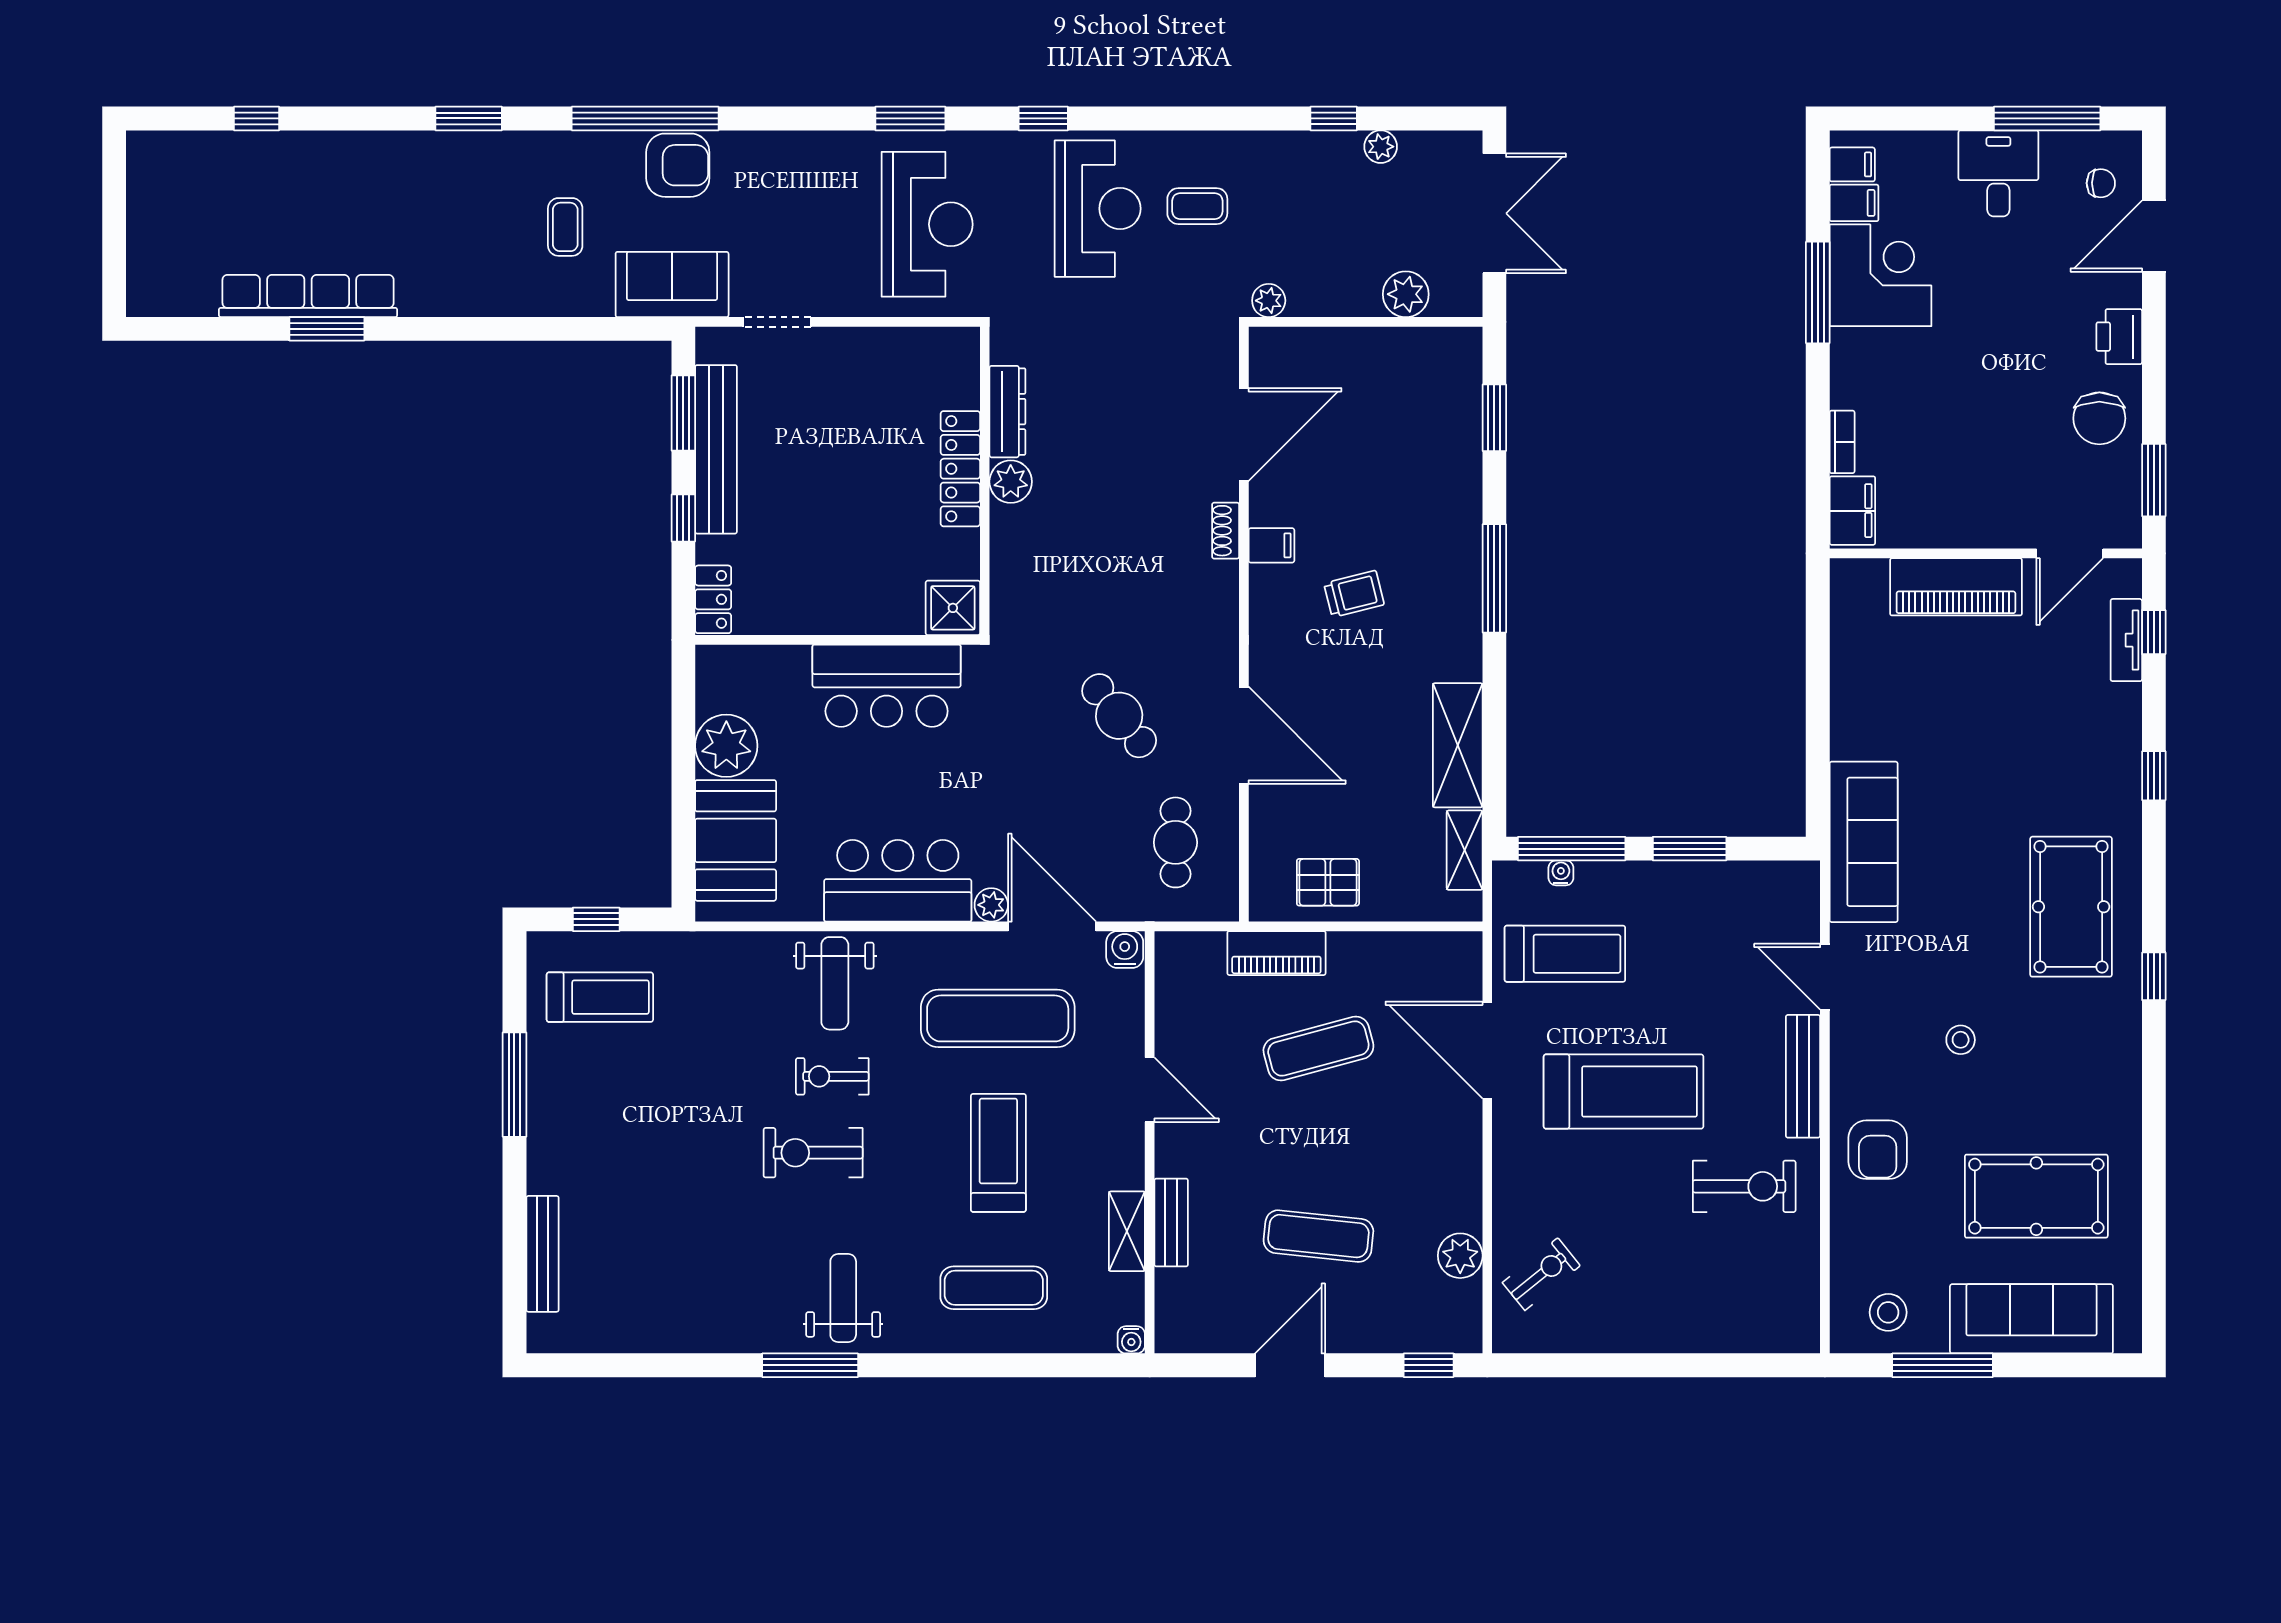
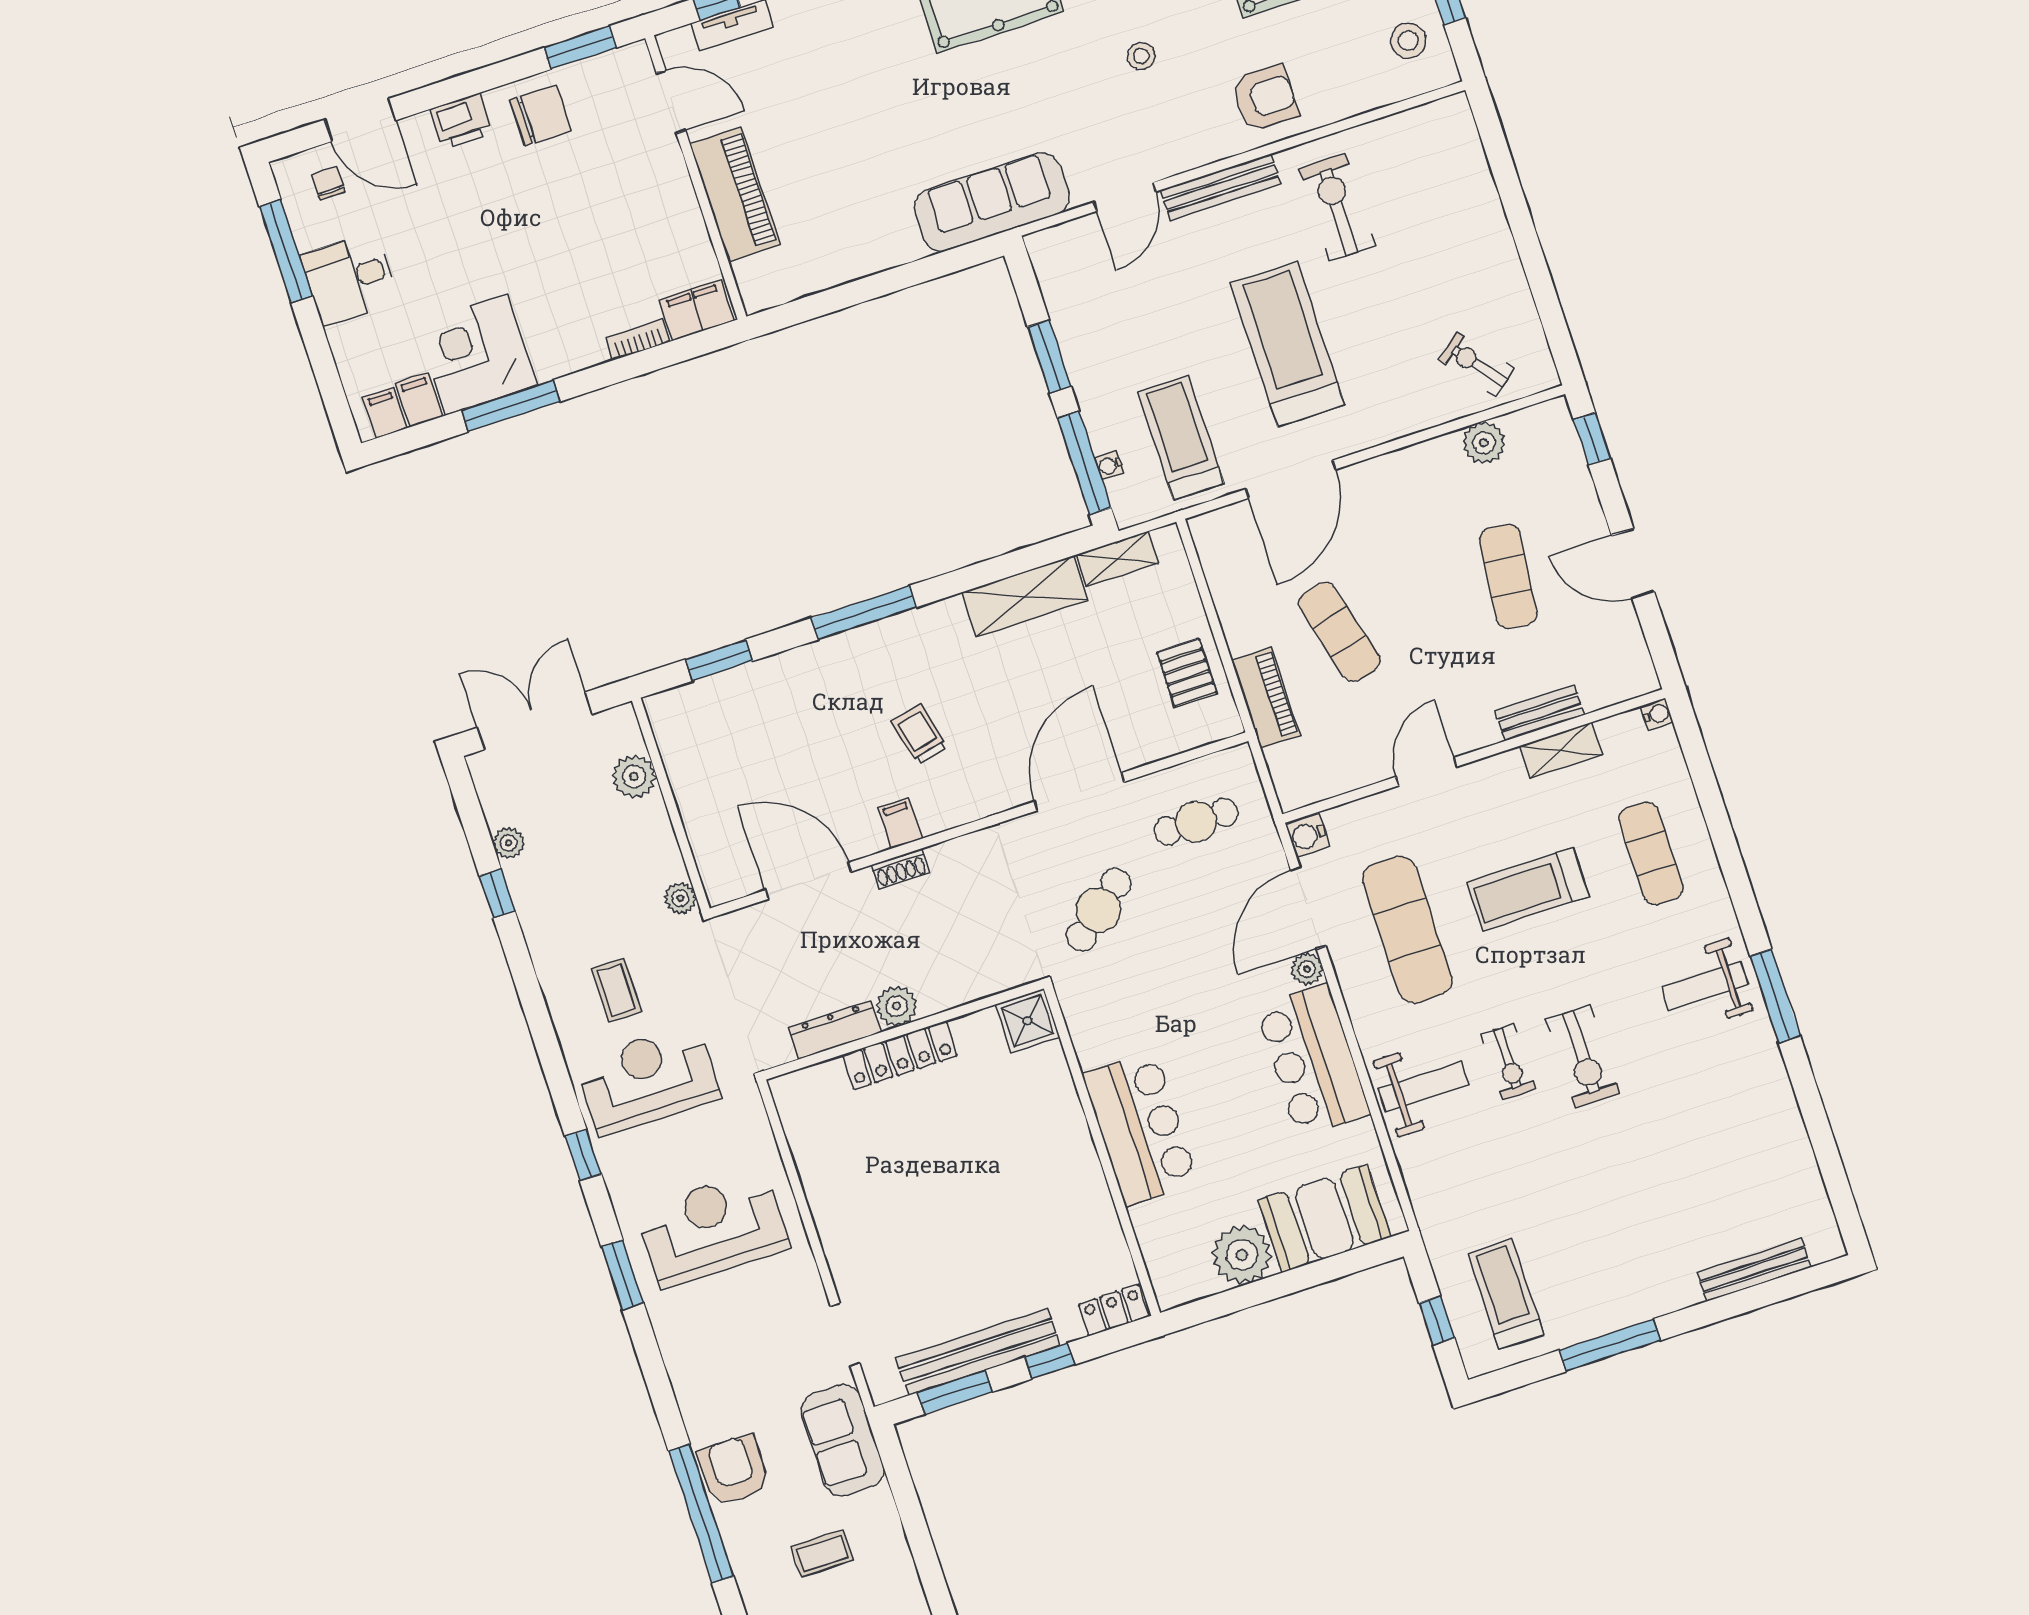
dresser: (1007, 412) -> (834, 1030), moved
locker: (960, 469) -> (900, 1055), moved
wall: (985, 481) -> (904, 1030), moved
plant: (1011, 482) -> (897, 1006), moved
shower: (953, 608) -> (1027, 1021), moved

